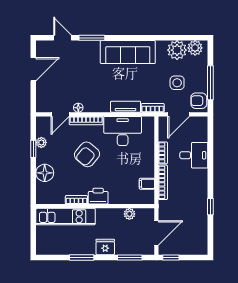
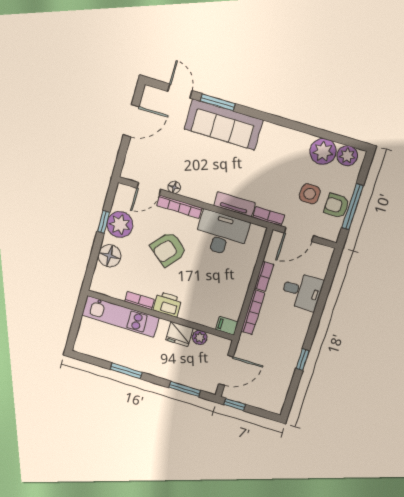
sofa: (128, 52) -> (224, 124), moved
armchair: (199, 101) -> (336, 206), moved
plant: (41, 142) -> (120, 224), width x1.88, depth x1.88
filing cabinet: (147, 184) -> (227, 326), moved
fridge: (105, 247) -> (179, 334), moved, turned 180

